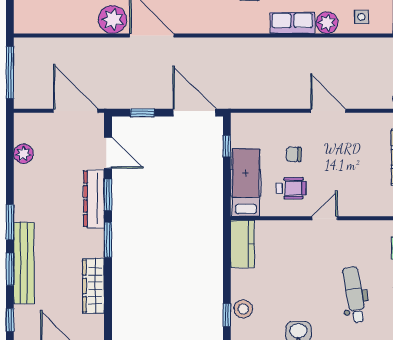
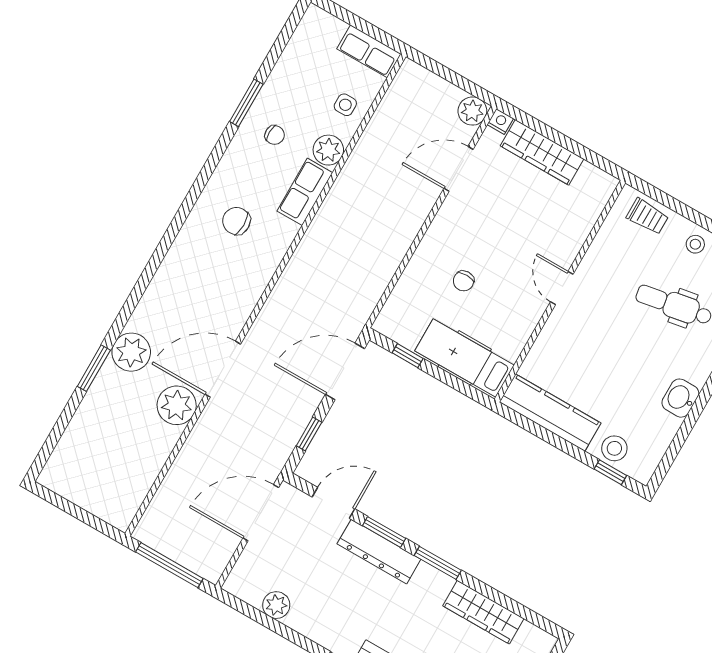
door: (328, 111) -> (459, 169), moved
wheelchair: (291, 188) -> (502, 307), removed
kitchen counter: (242, 244) -> (550, 413), width x1.50

